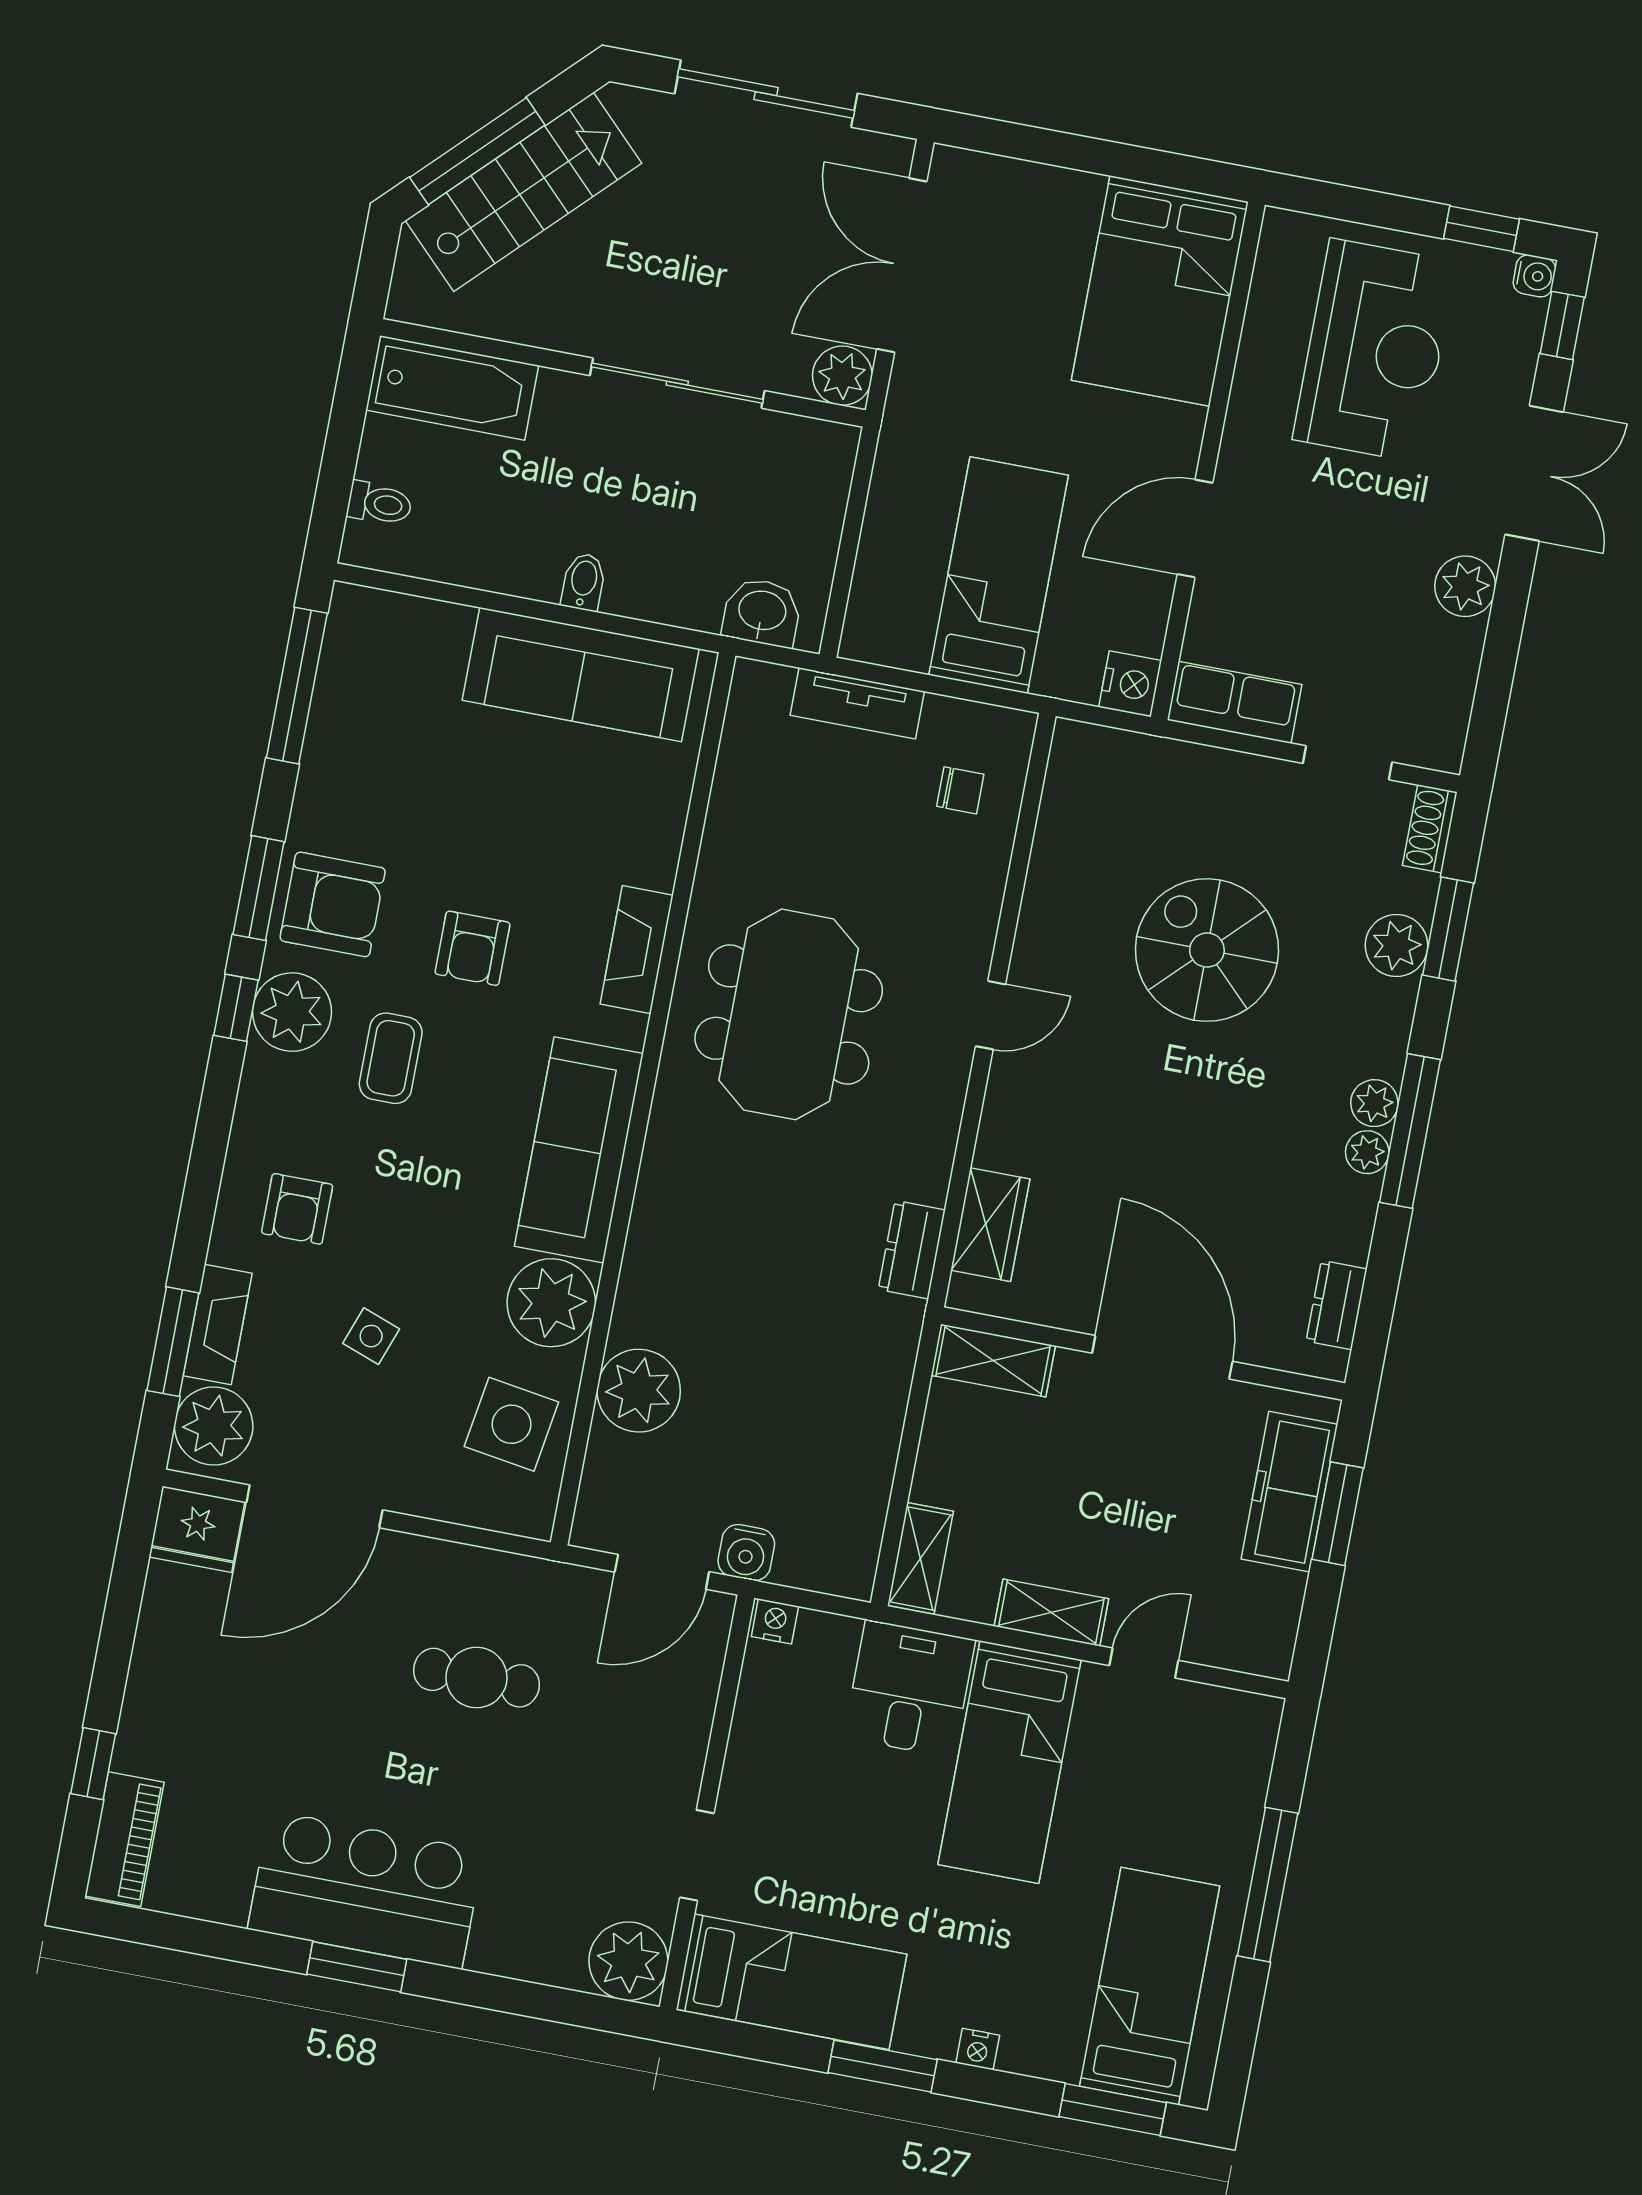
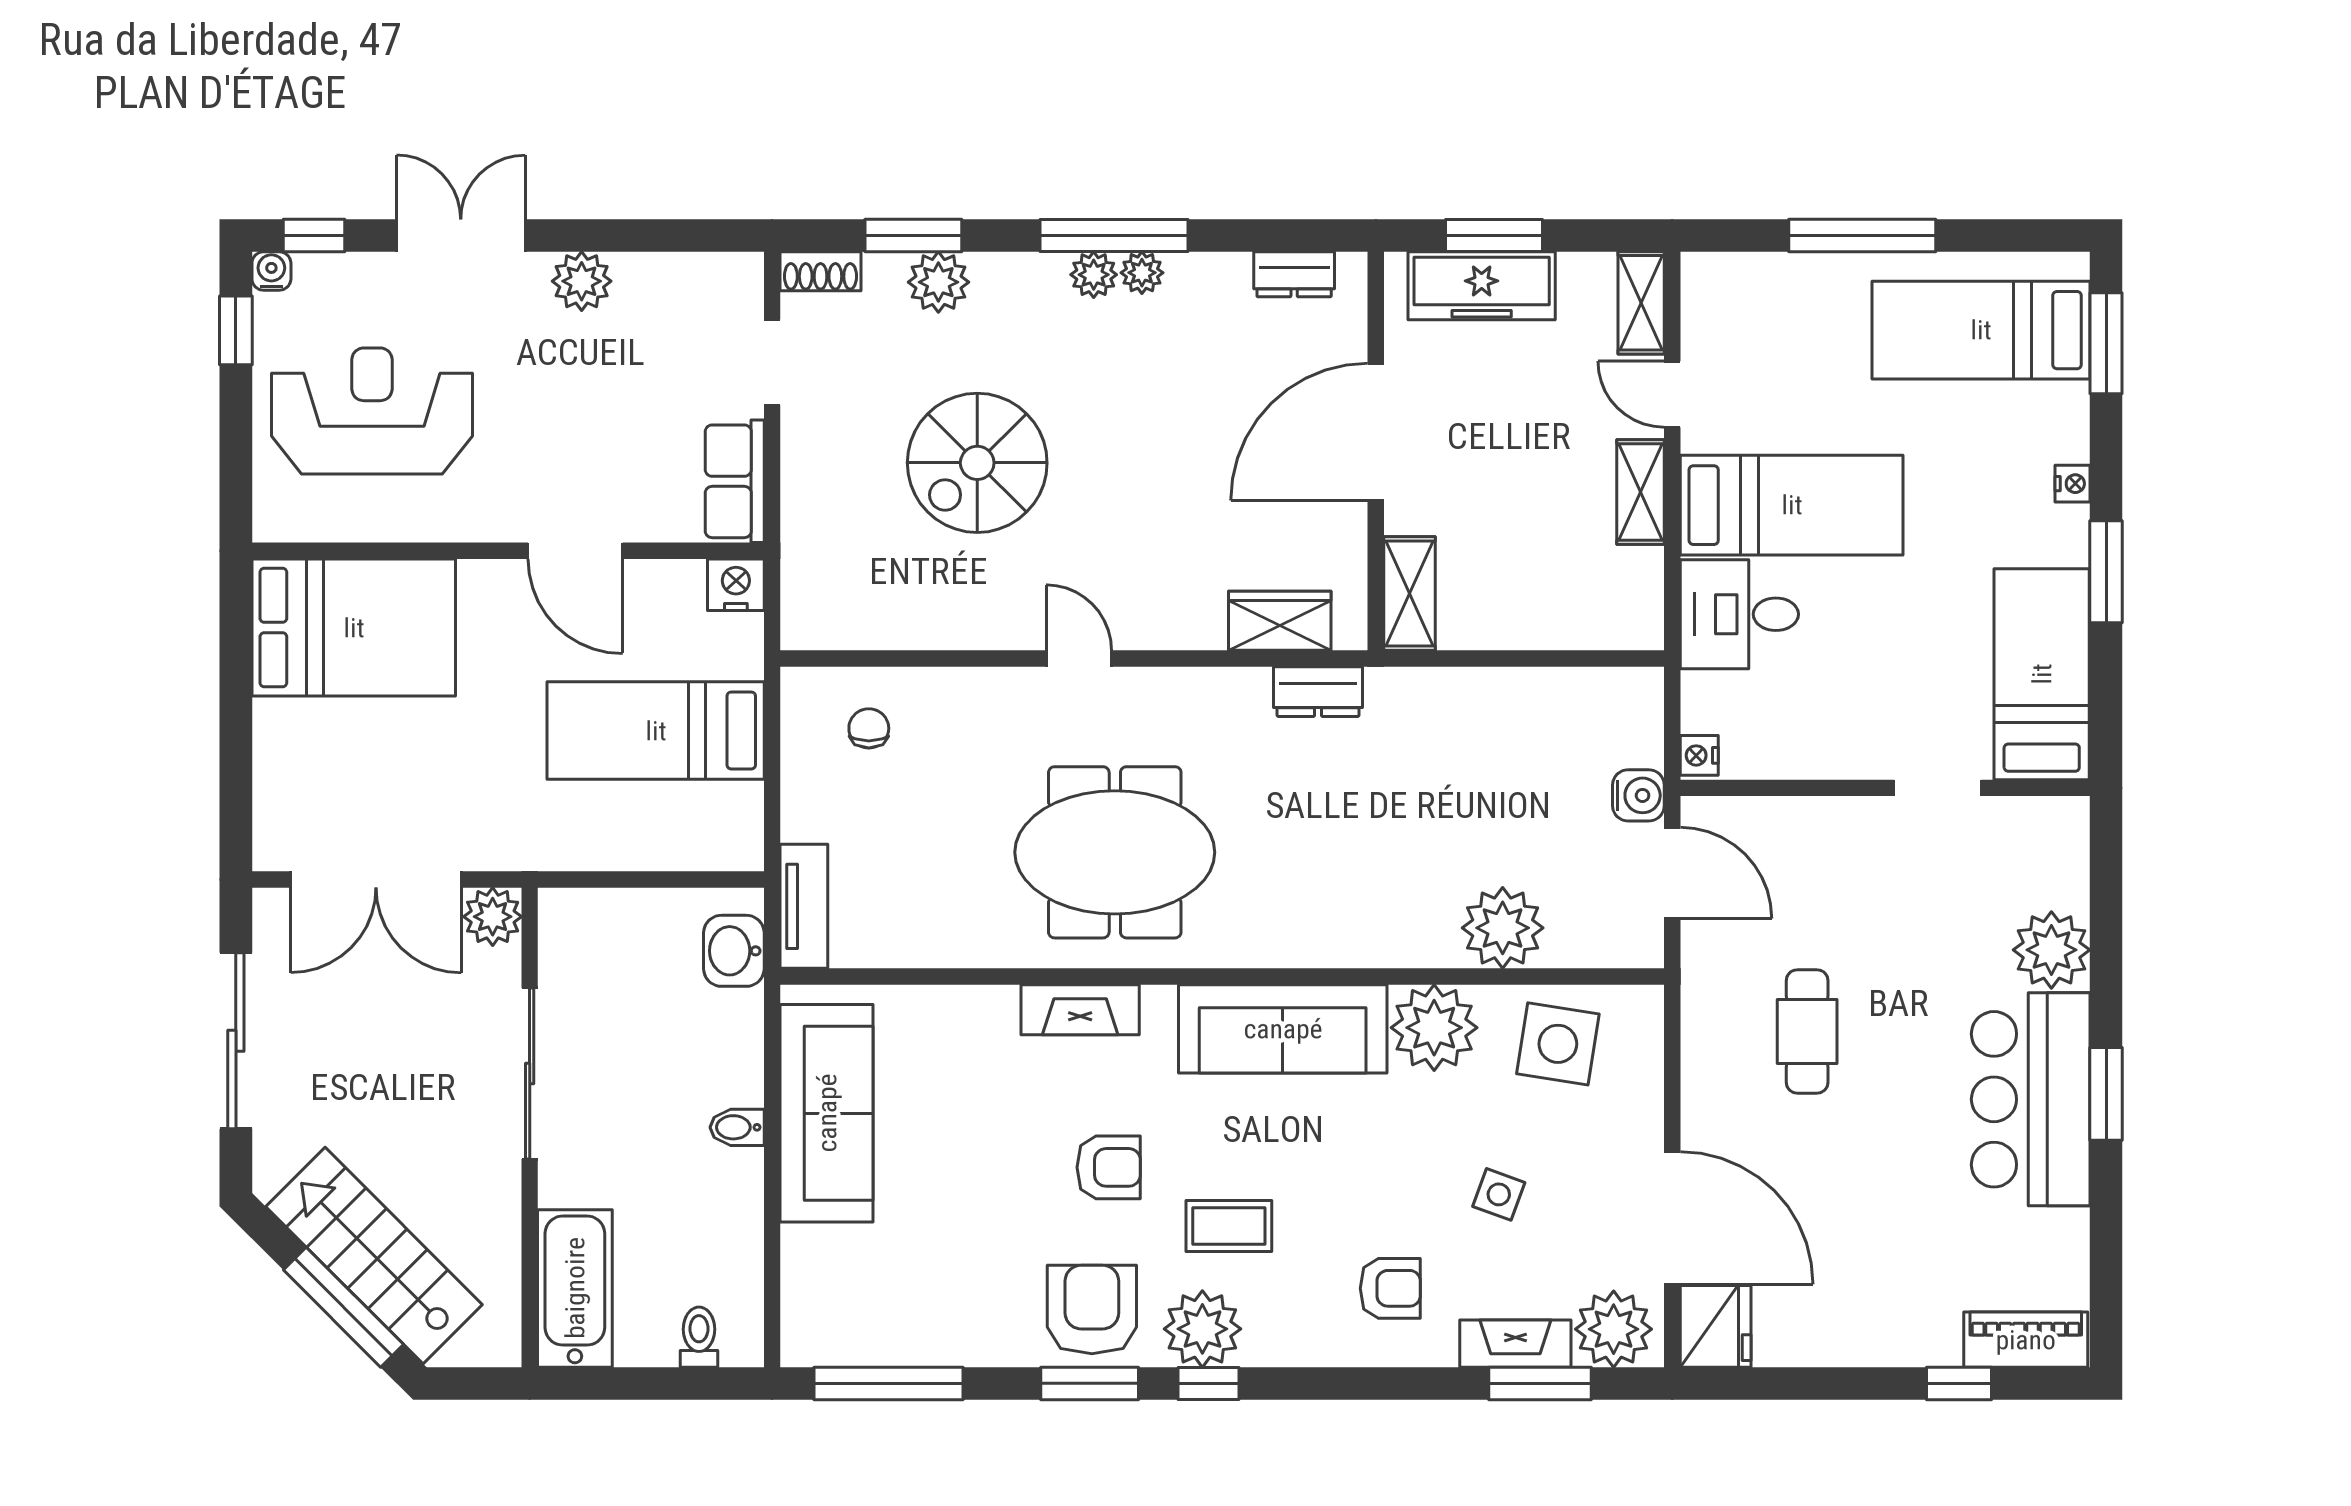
tv unit: (857, 703) -> (804, 906), moved
shelving: (920, 1558) -> (1641, 303), moved, turned 90
plant: (628, 1961) -> (2051, 950), moved

